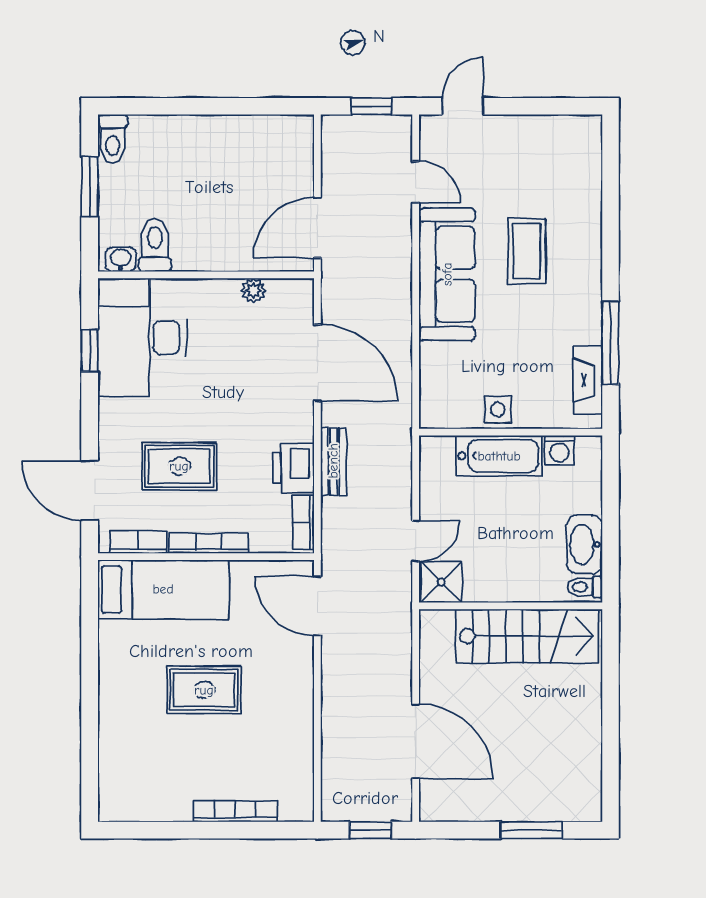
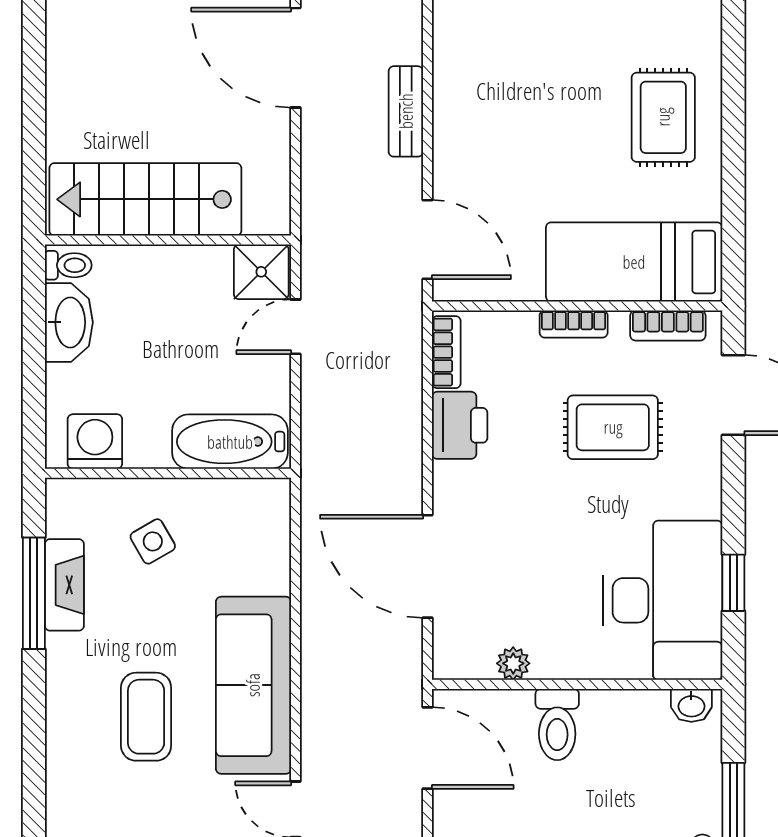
door: (317, 228) -> (428, 748), hinge flipped
toilet: (155, 245) -> (557, 725), moved
fireplace: (588, 380) -> (64, 585), moved
side table: (498, 410) -> (153, 541), moved, turned -30
washing machine: (559, 450) -> (95, 442), width x1.38, depth x1.38
bathtub: (499, 456) -> (230, 442), moved
bench: (333, 461) -> (406, 111), moved
bookcase: (209, 543) -> (574, 324), width x0.64
rug: (204, 690) -> (663, 117), moved, turned 90

